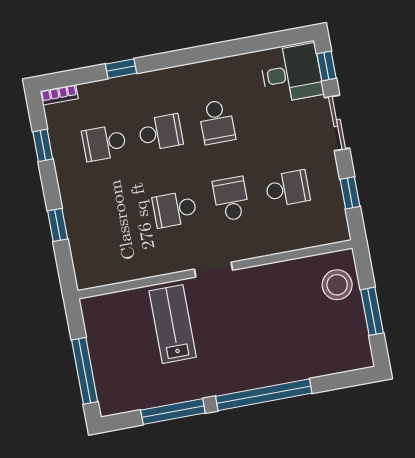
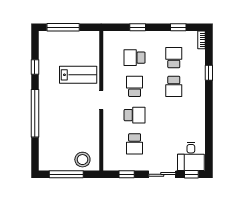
school desk: (217, 122) -> (135, 58), moved
window: (372, 311) -> (66, 174), width x1.44
window: (173, 412) -> (35, 67), width x0.46

